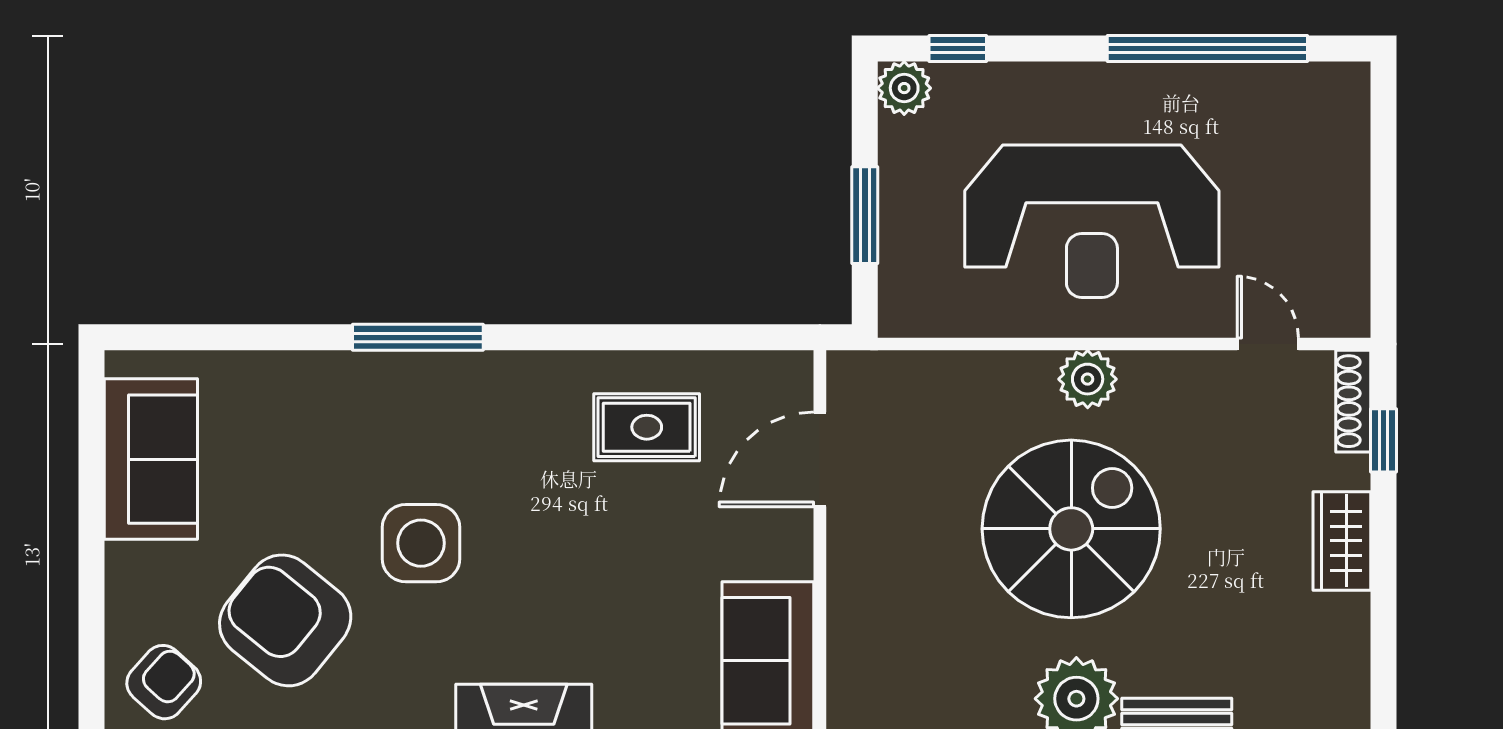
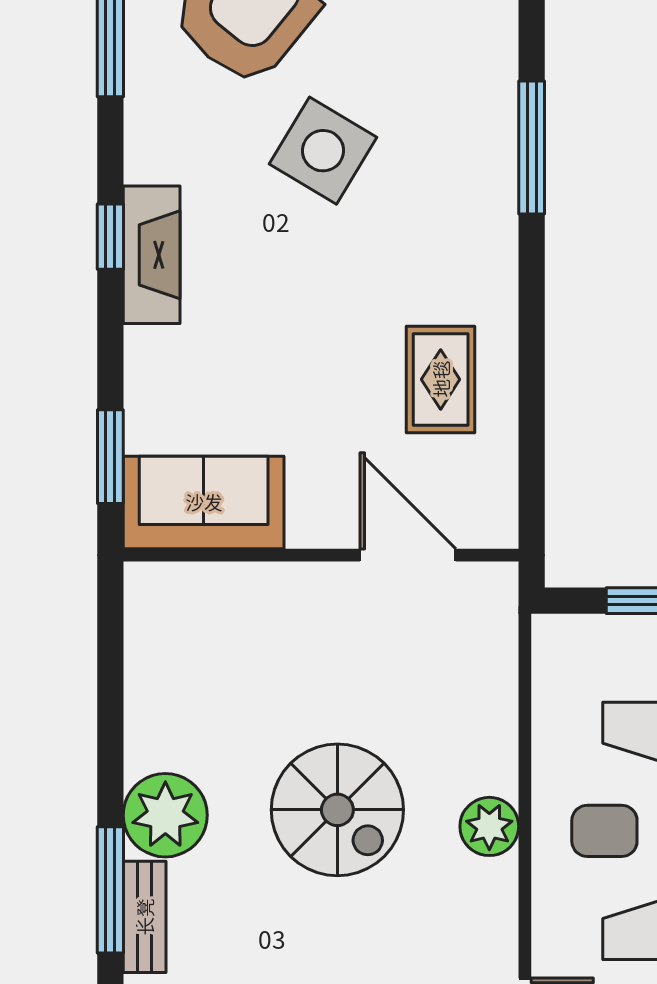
spiral stairs: (1071, 529) -> (337, 810), width x0.73, depth x0.73
side table: (421, 543) -> (323, 151), turned 31

